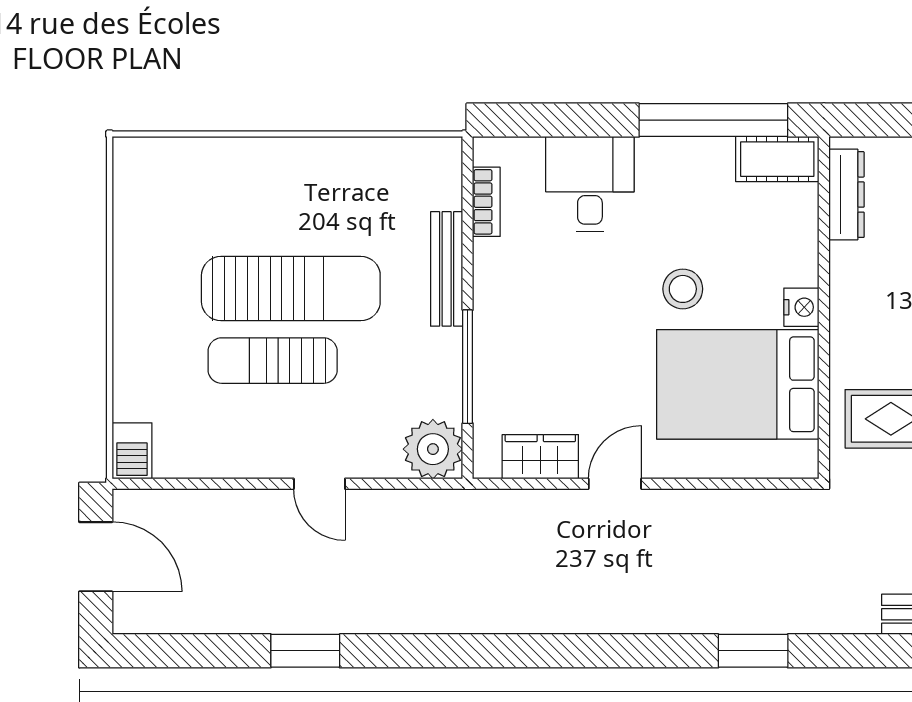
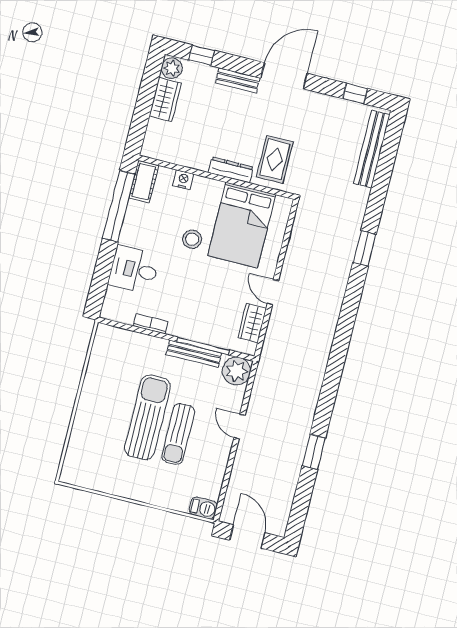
dresser: (847, 195) -> (231, 170), moved
bookcase: (486, 202) -> (151, 324), moved
bench: (447, 269) -> (194, 354), moved
nightstand: (801, 307) -> (183, 180), moved
door: (319, 484) -> (239, 427), swing flipped
door: (96, 557) -> (247, 537), hinge flipped

